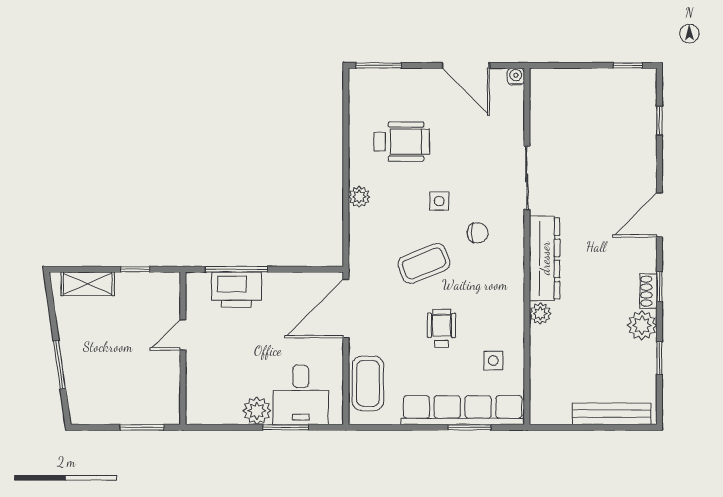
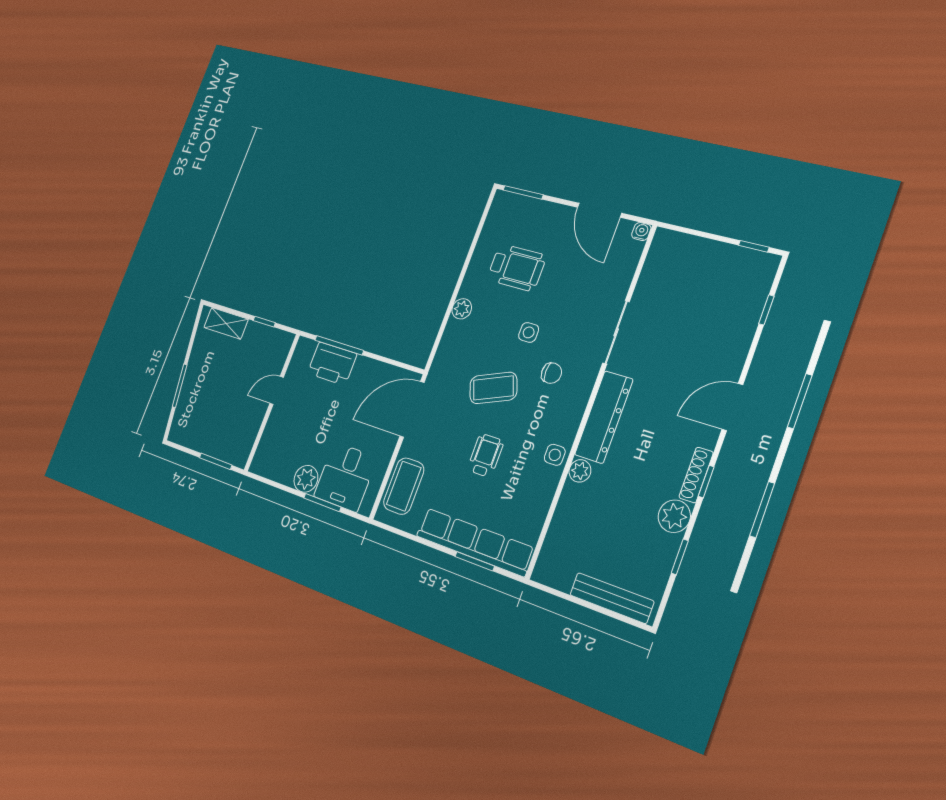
shoe rack: (648, 291) -> (696, 475), width x1.43
side table: (493, 361) -> (555, 455), moved

